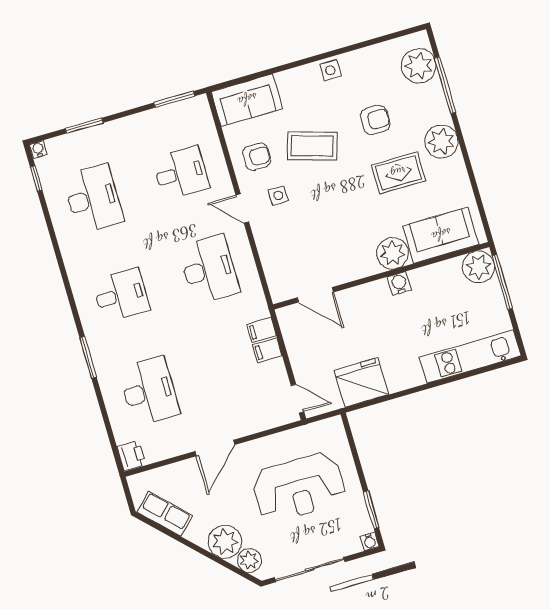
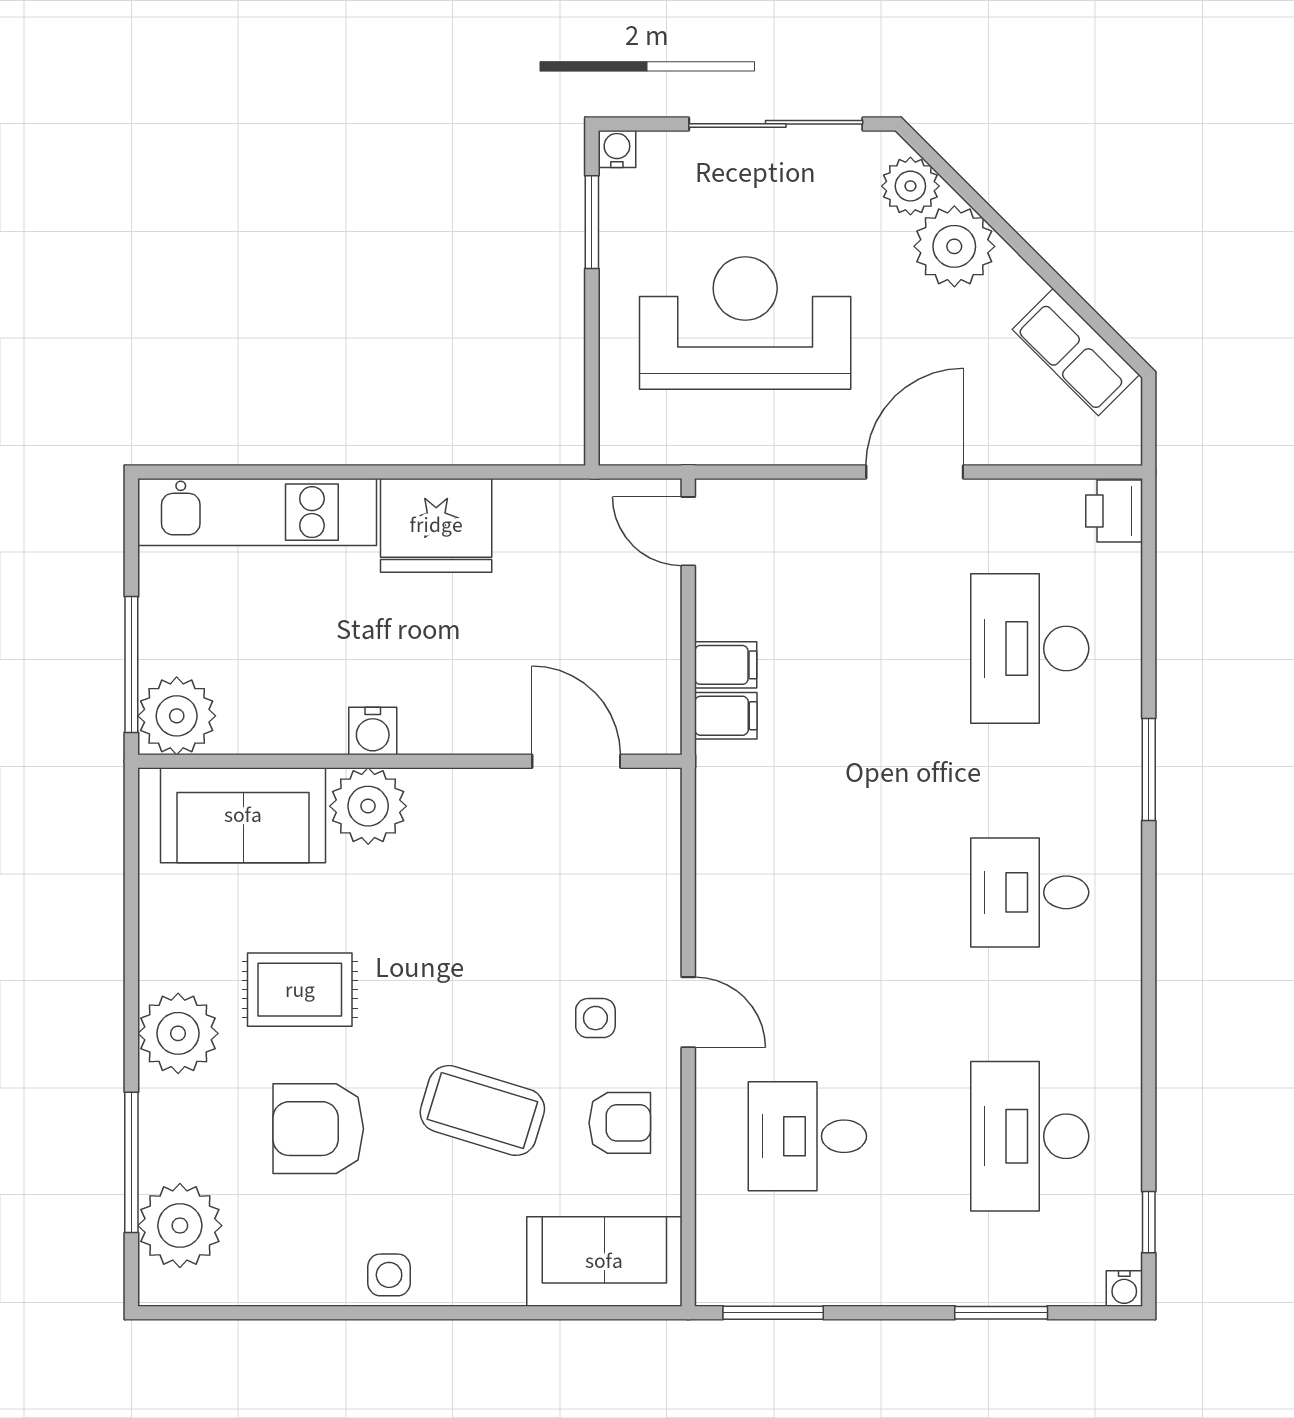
armchair: (375, 120) -> (318, 1129), width x1.38, depth x1.38
armchair: (257, 157) -> (620, 1123), turned 180
desk: (209, 269) -> (807, 892), removed
fridge: (361, 382) -> (436, 525), moved

